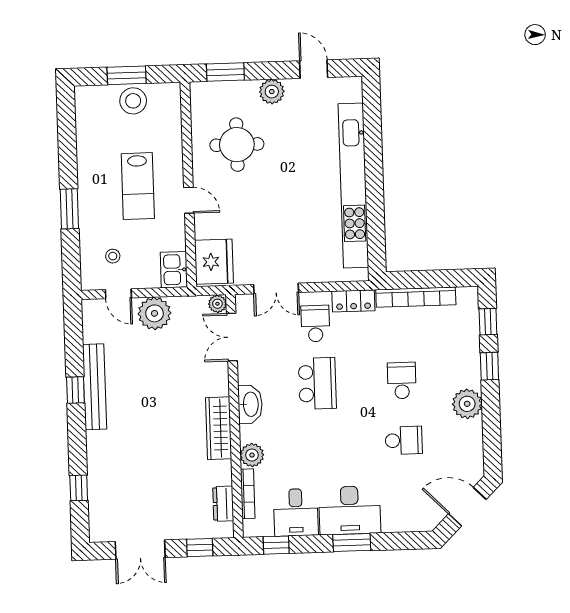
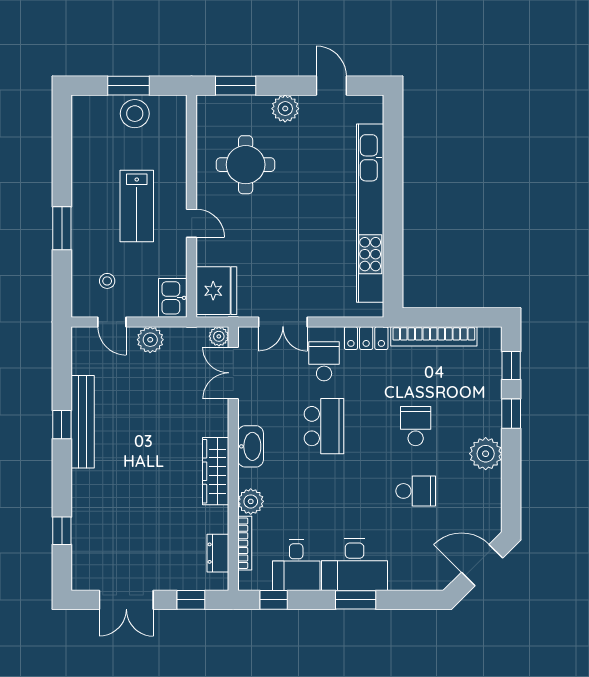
plant: (154, 313) -> (150, 340), width x0.73, depth x0.73

